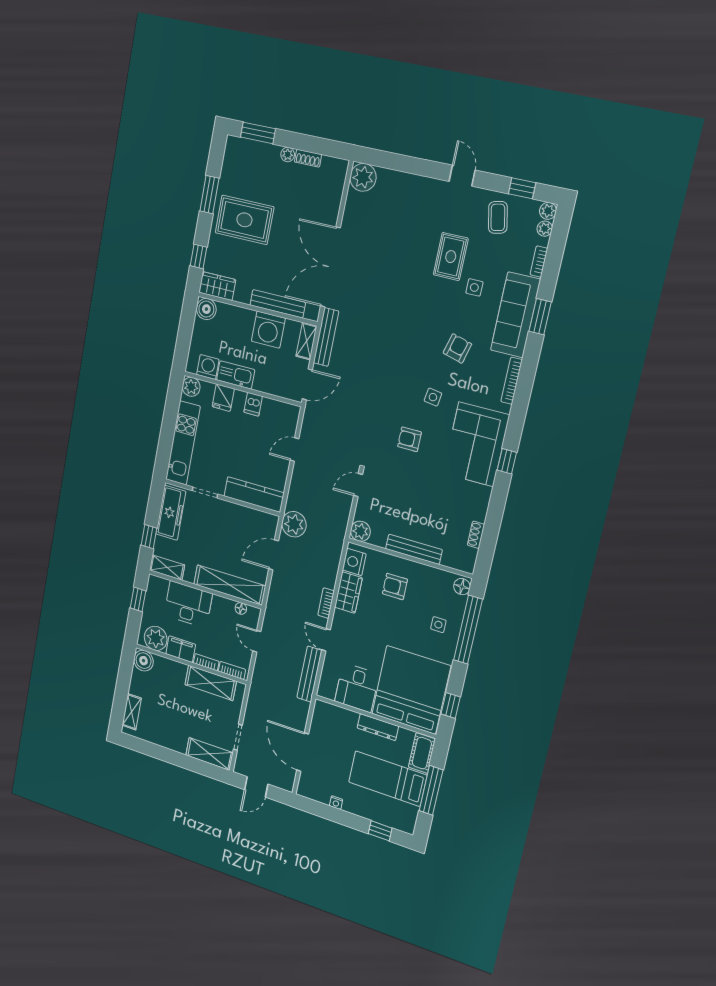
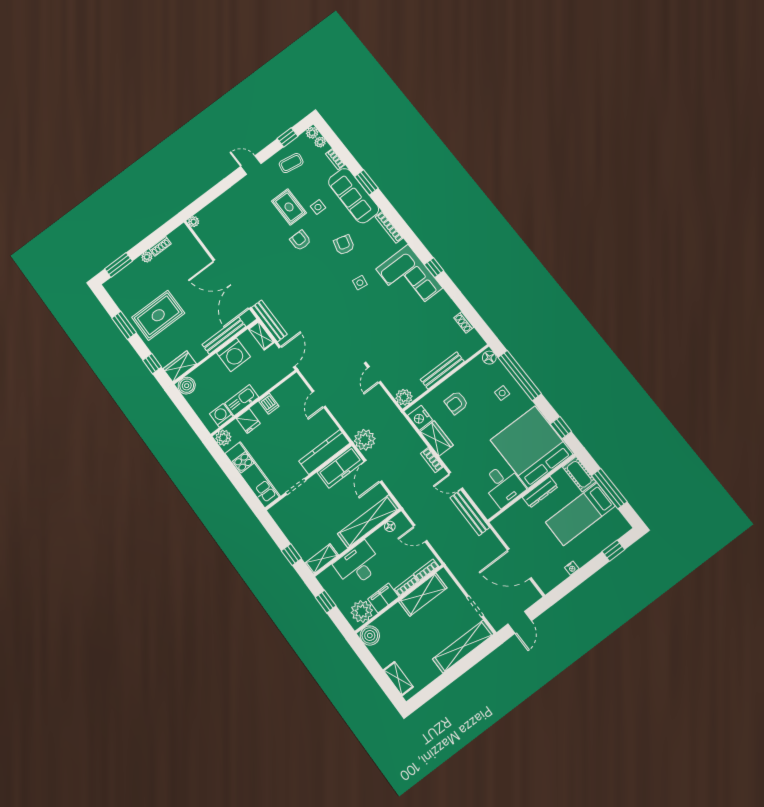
plant: (363, 177) -> (194, 222), width x0.53, depth x0.53
coffee table: (498, 217) -> (291, 163), turned -68
armchair: (409, 439) -> (300, 240), moved, turned 90
freezer: (171, 513) -> (340, 467), moved, turned 90
shelving: (209, 754) -> (463, 646), width x1.47

